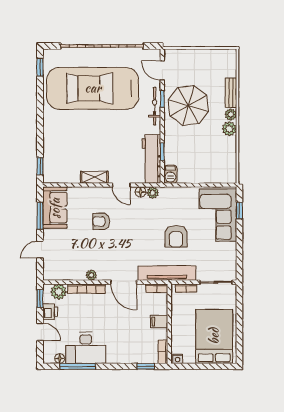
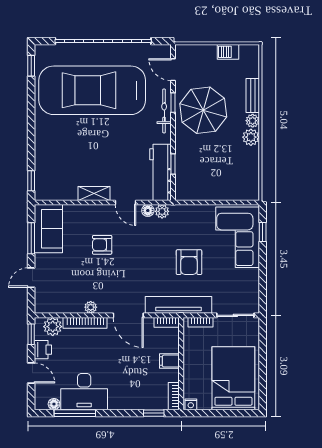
barbecue: (170, 174) -> (228, 52), moved, turned 90

